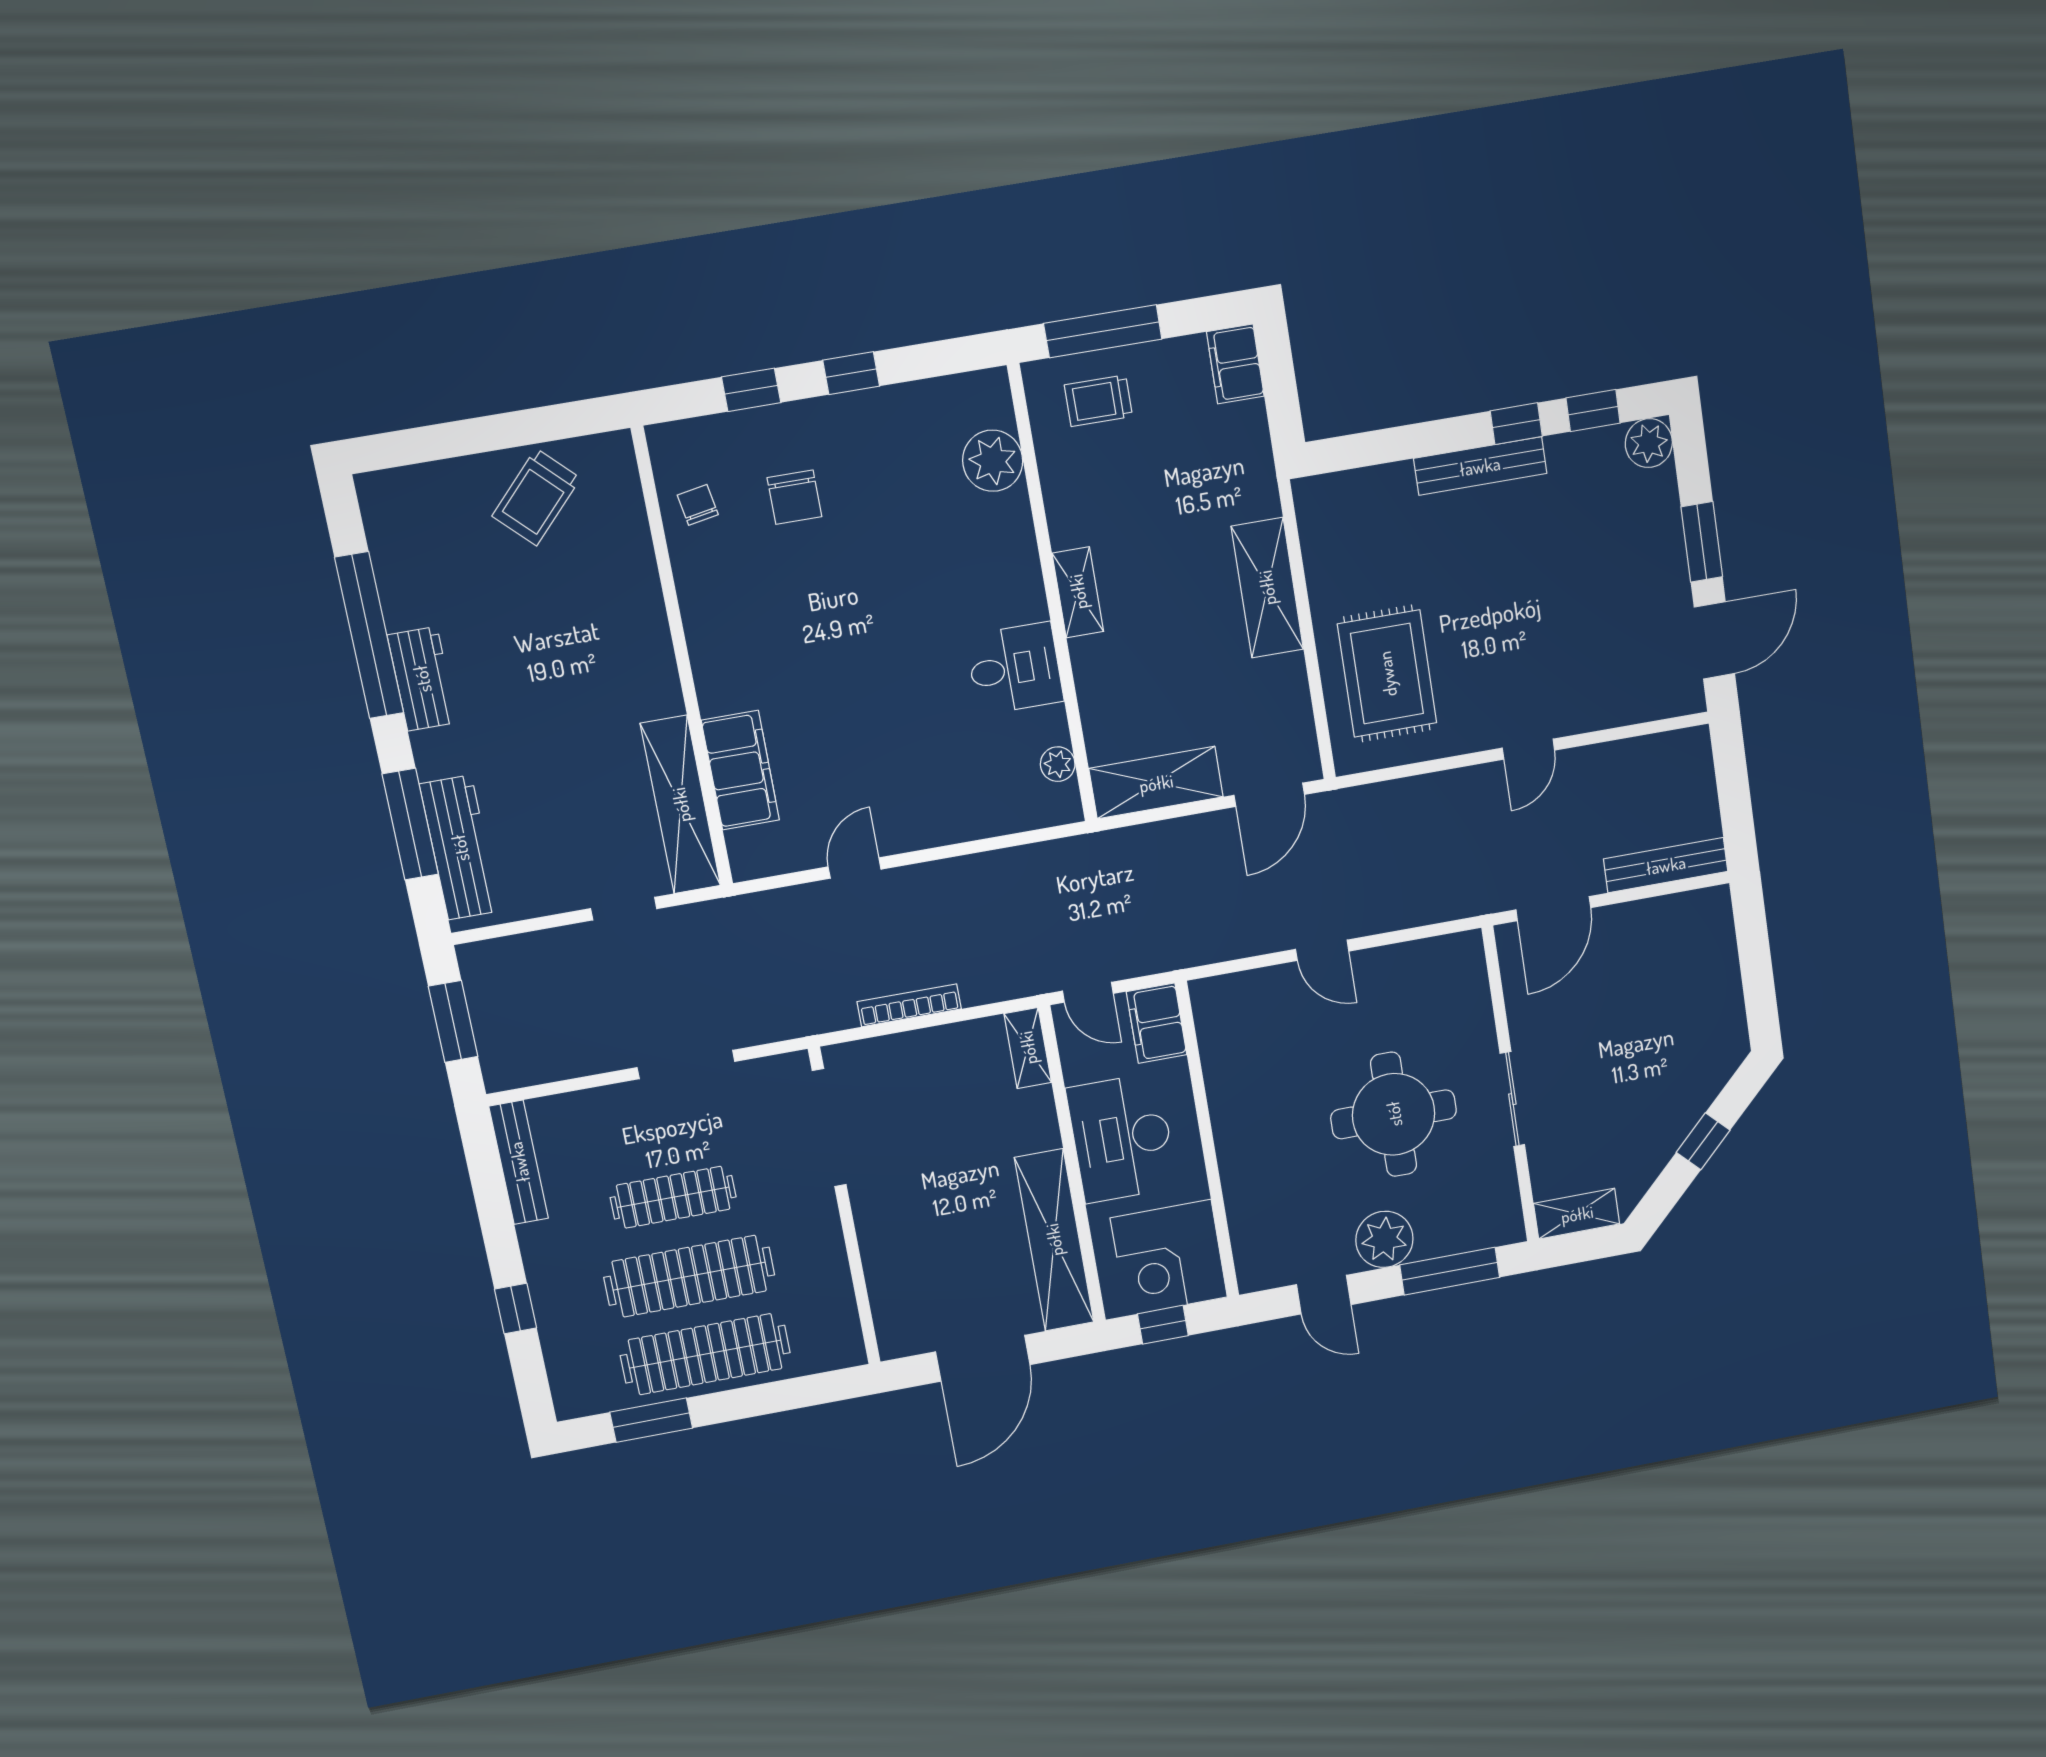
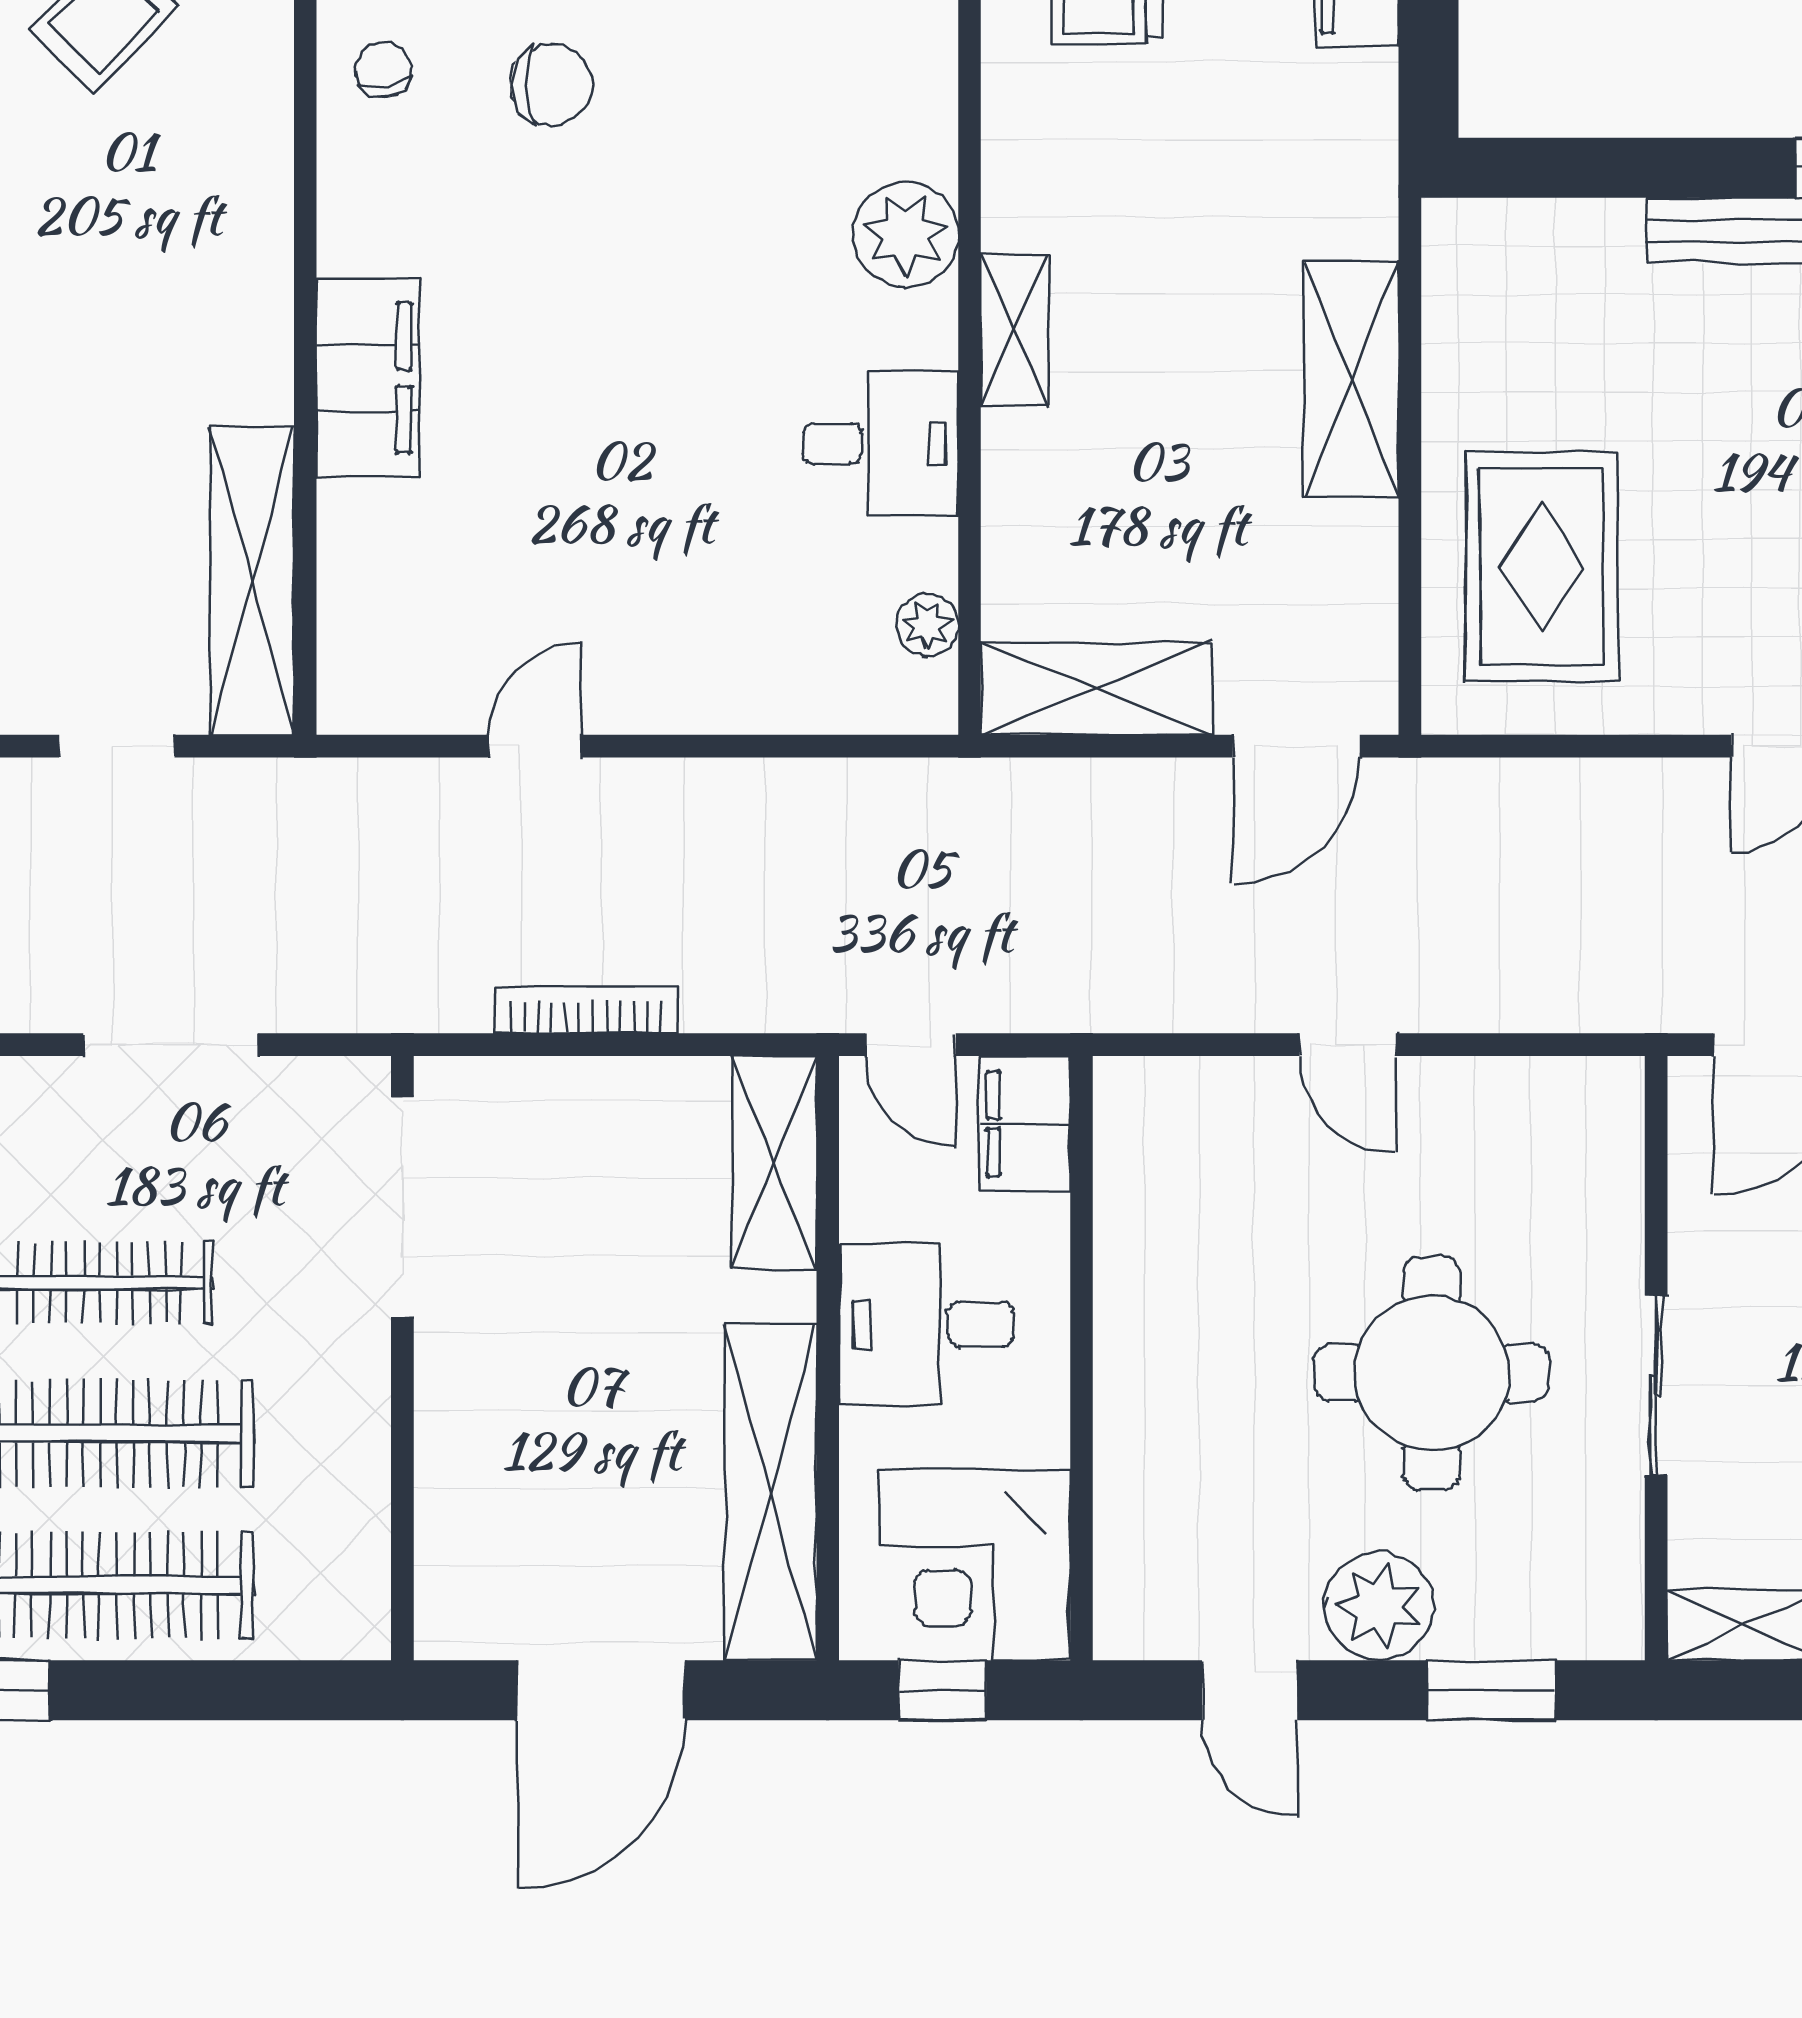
plant: (993, 461) -> (905, 234), moved
chair: (794, 497) -> (551, 85), turned -90
filing cabinet: (740, 770) -> (368, 378), moved
shelving: (1028, 1048) -> (774, 1162), width x1.50, depth x1.33
desk: (1122, 1138) -> (926, 1324), width x0.73
window: (1450, 1271) -> (1491, 1690), width x0.69

